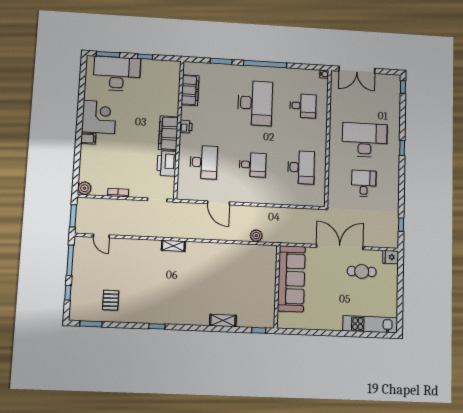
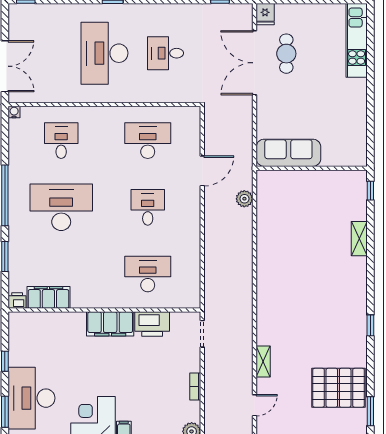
printer: (186, 127) -> (17, 300), moved
door: (219, 203) -> (202, 171), moved
shelving: (173, 246) -> (263, 362), moved
double door: (340, 247) -> (254, 63), moved
sofa: (291, 279) -> (288, 153), width x0.74, depth x0.79
pallet: (111, 300) -> (338, 388), width x2.05, depth x2.00

